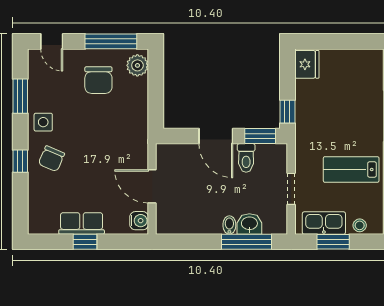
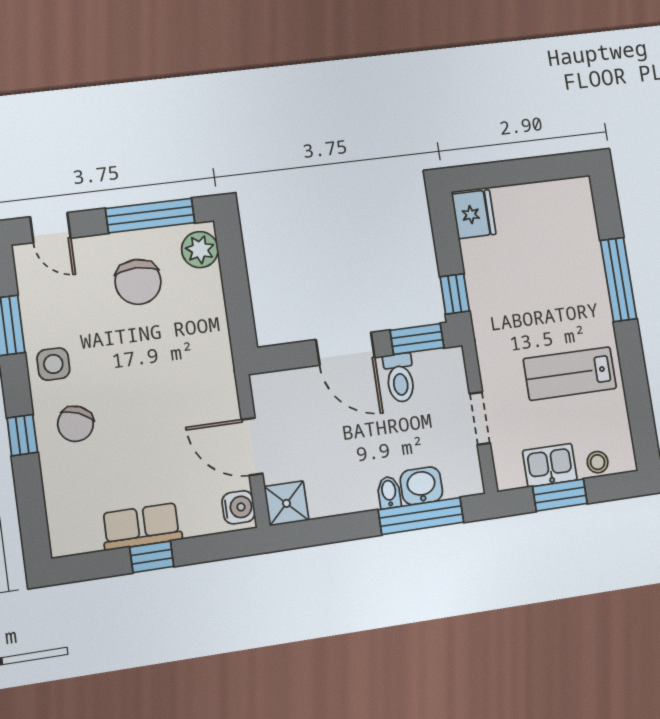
shower: (168, 222) -> (286, 503), added
kitchen sink: (324, 223) -> (550, 465), width x0.73

